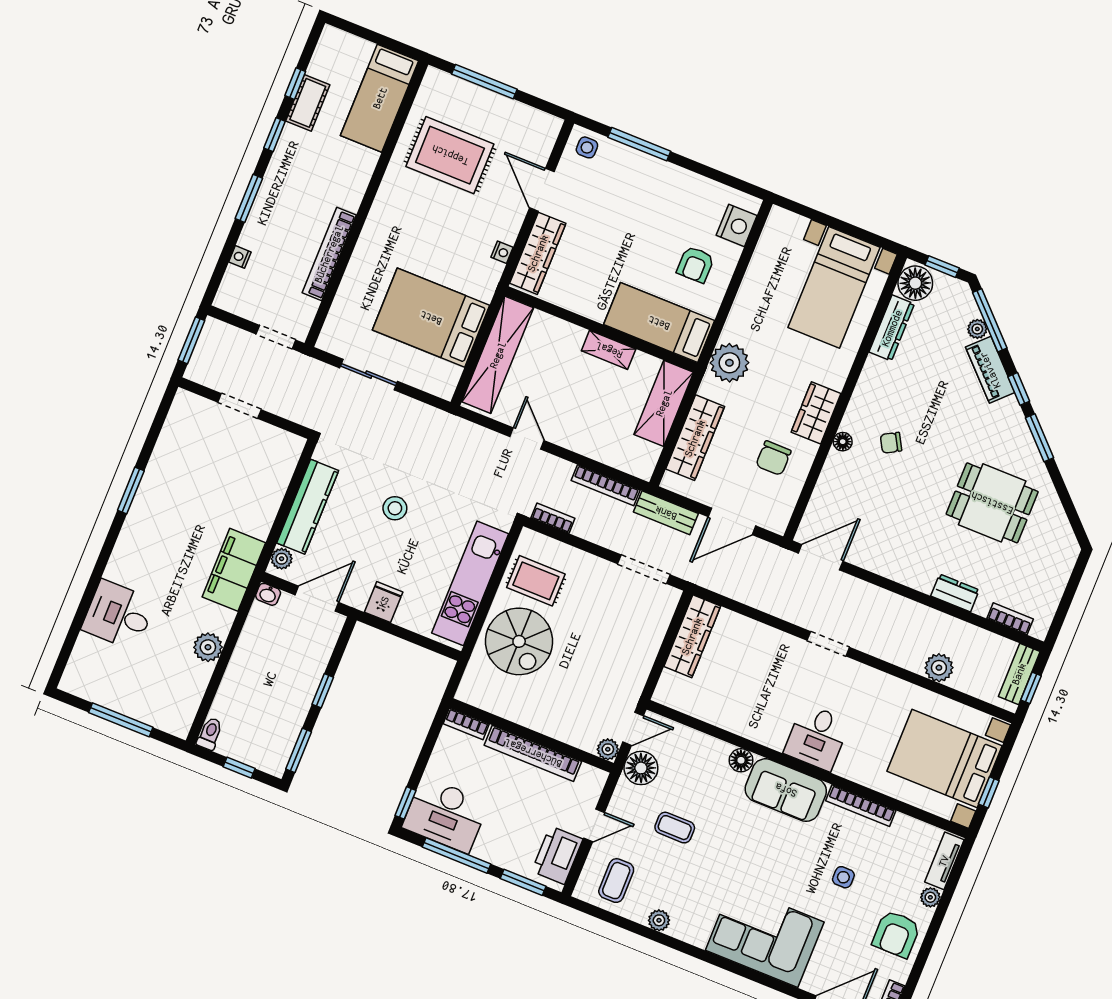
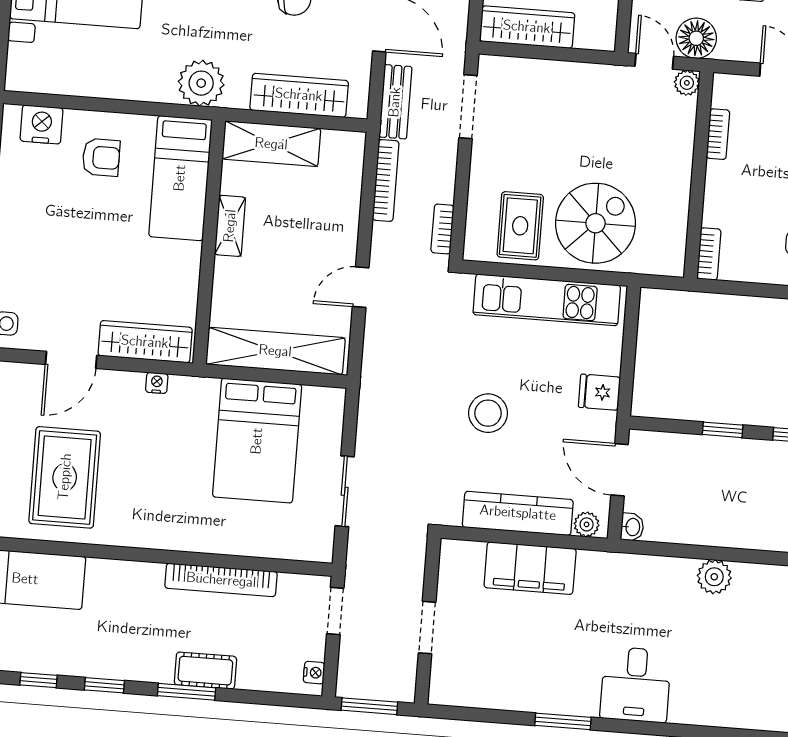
cot: (308, 103) -> (205, 671), moved
nightstand: (240, 257) -> (314, 673), moved, turned -90
stool: (395, 508) -> (488, 413), width x1.38, depth x1.38
filing cabinet: (234, 570) -> (530, 568), moved
desk: (119, 615) -> (636, 685), moved
bookcase: (533, 753) -> (718, 134), width x0.43, depth x0.76

